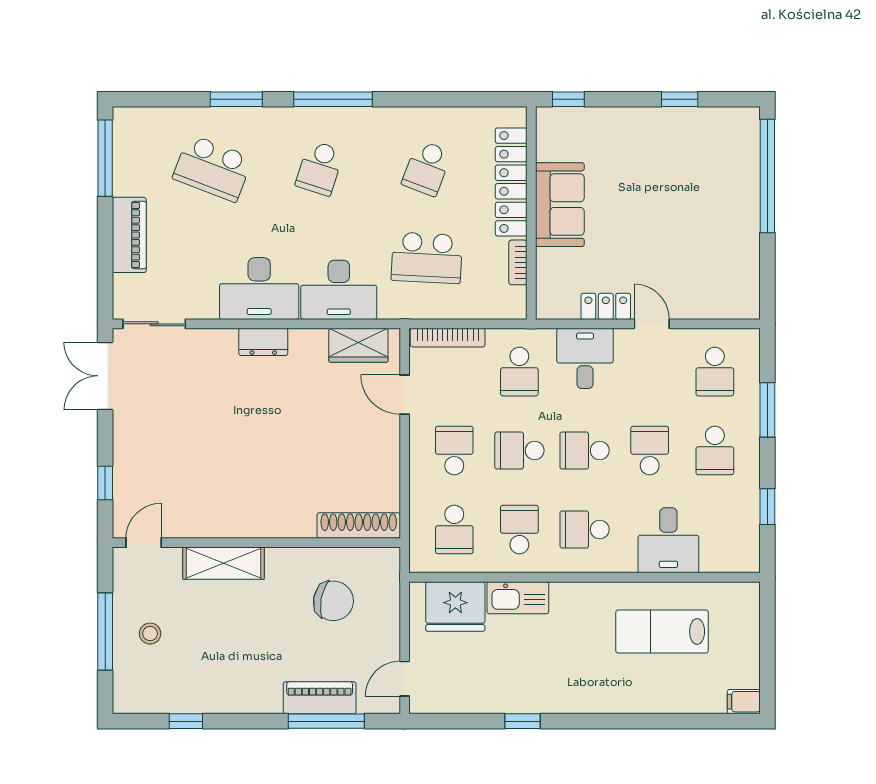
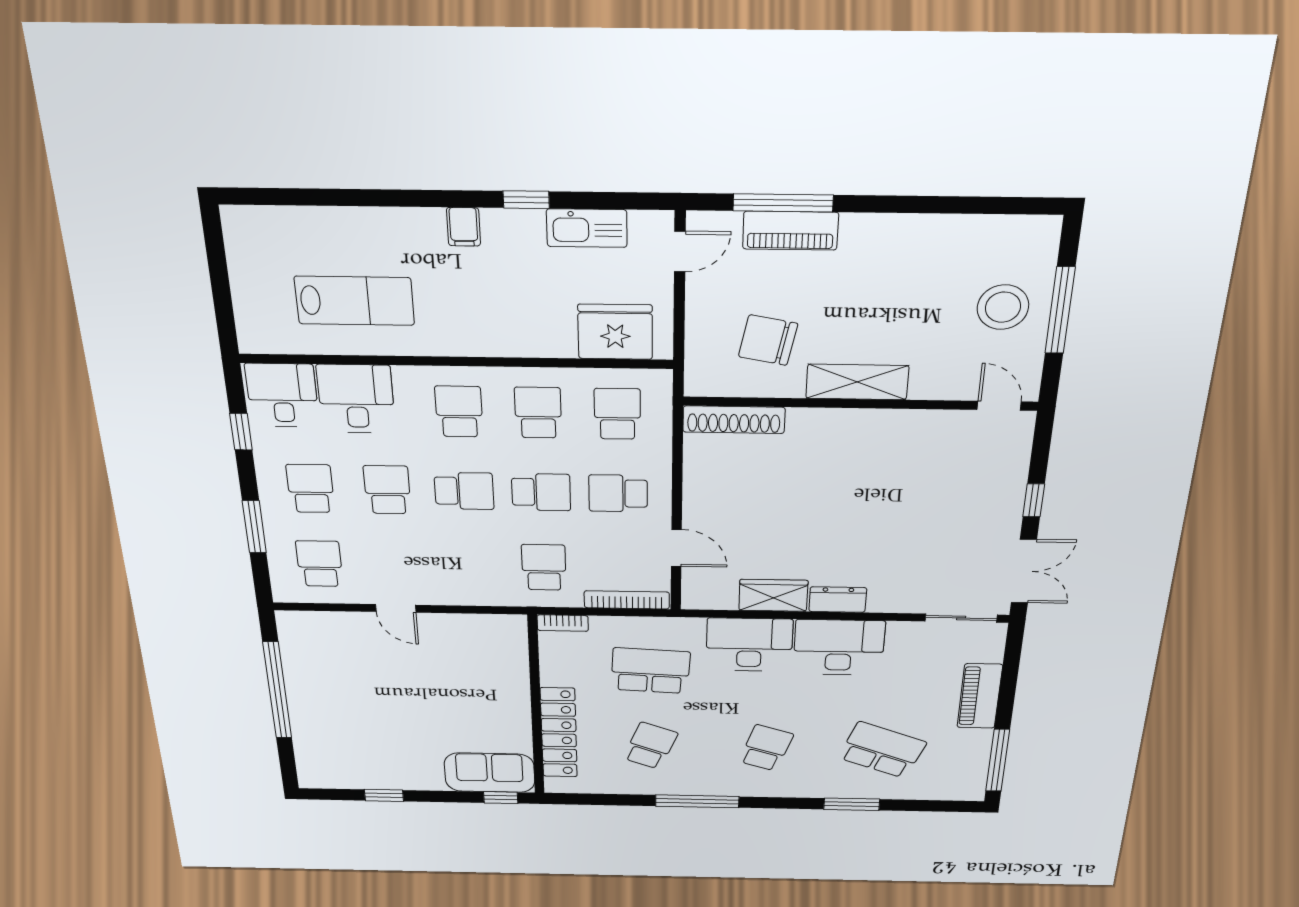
window: (333, 99) -> (697, 801), moved
window: (767, 176) -> (277, 690), moved
sofa: (560, 205) -> (490, 773), moved, turned 90
bookcase: (518, 262) -> (563, 623), moved, turned 90
locker: (606, 306) -> (449, 625), removed
wardrobe: (358, 345) -> (773, 595), moved
desk: (585, 358) -> (282, 395), moved, turned 180
school desk: (454, 451) -> (618, 493), turned 90
school desk: (650, 451) -> (387, 490), turned 180
window: (105, 483) -> (1034, 500), moved
school desk: (519, 529) -> (538, 413), turned 180
school desk: (585, 529) -> (459, 412), turned -90
door: (144, 543) -> (999, 406), swing flipped
shelving: (223, 563) -> (857, 382), moved
kitchen sink: (518, 598) -> (587, 228), moved, turned 180
stool: (150, 634) -> (1003, 307), width x1.89, depth x1.89
filing cabinet: (744, 702) -> (463, 227), moved, turned 90
window: (186, 721) -> (968, 205), removed

